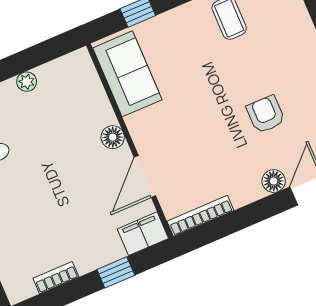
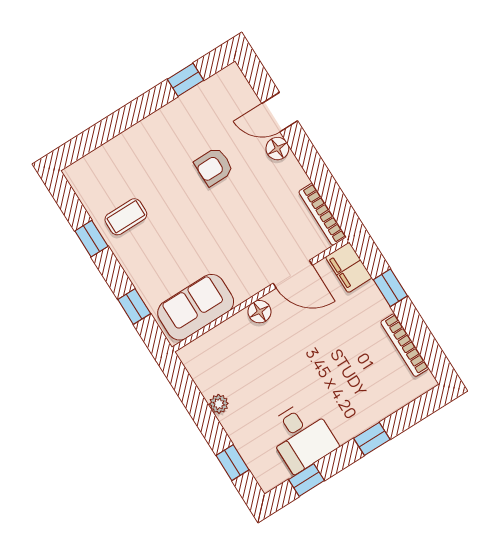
bookcase: (56, 278) -> (405, 345), width x1.56

